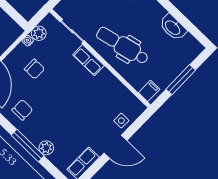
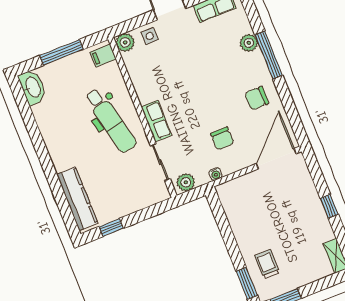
washbasin: (173, 27) -> (33, 87), moved
plant: (39, 33) -> (186, 182), moved
chair: (34, 69) -> (222, 138), turned 180
plant: (137, 108) -> (125, 42), added

